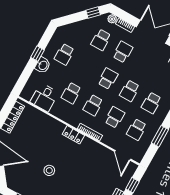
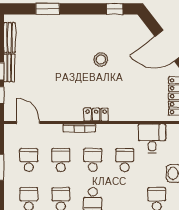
school desk: (115, 117) -> (61, 160), turned 180

